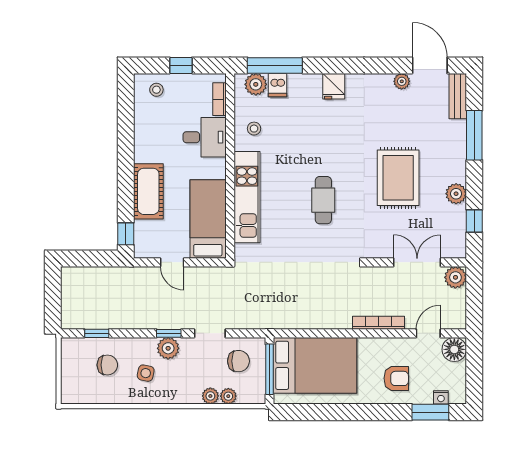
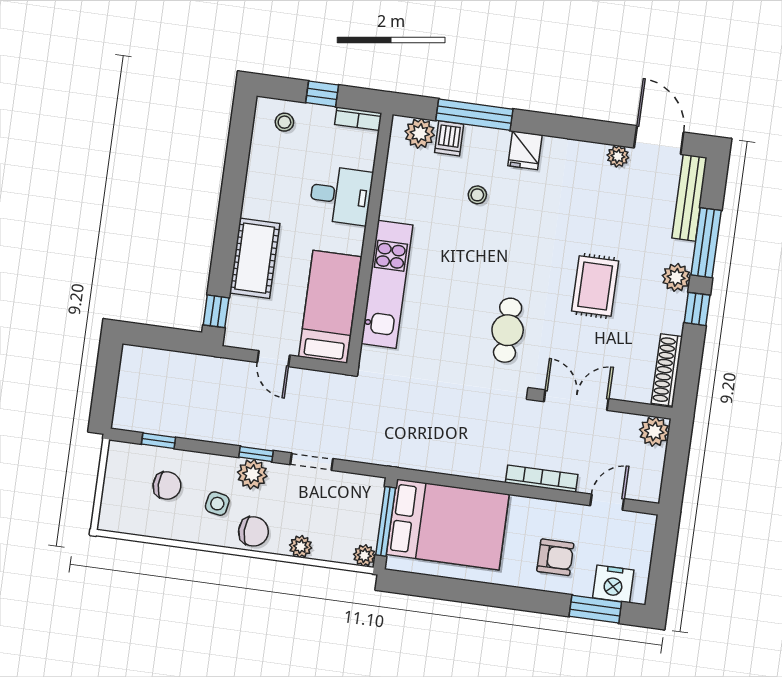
window: (275, 65) -> (474, 115), moved
bench: (458, 96) -> (689, 198), width x1.36
bookcase: (220, 99) -> (358, 119), moved, turned -90
stool: (254, 129) -> (477, 195), moved
rug: (398, 178) -> (595, 286), width x0.73, depth x0.70
plant: (456, 194) -> (676, 277), moved
cafe table: (323, 200) -> (508, 330), moved
window: (474, 221) -> (697, 309), moved
shoe rack: (458, 232) -> (667, 370), added
double door: (417, 262) -> (576, 400), moved
floor lamp: (454, 349) -> (639, 529), removed
chair: (238, 361) -> (253, 531), moved
plant: (228, 396) -> (364, 556), moved
nightstand: (441, 397) -> (613, 584), width x1.89, depth x1.79

